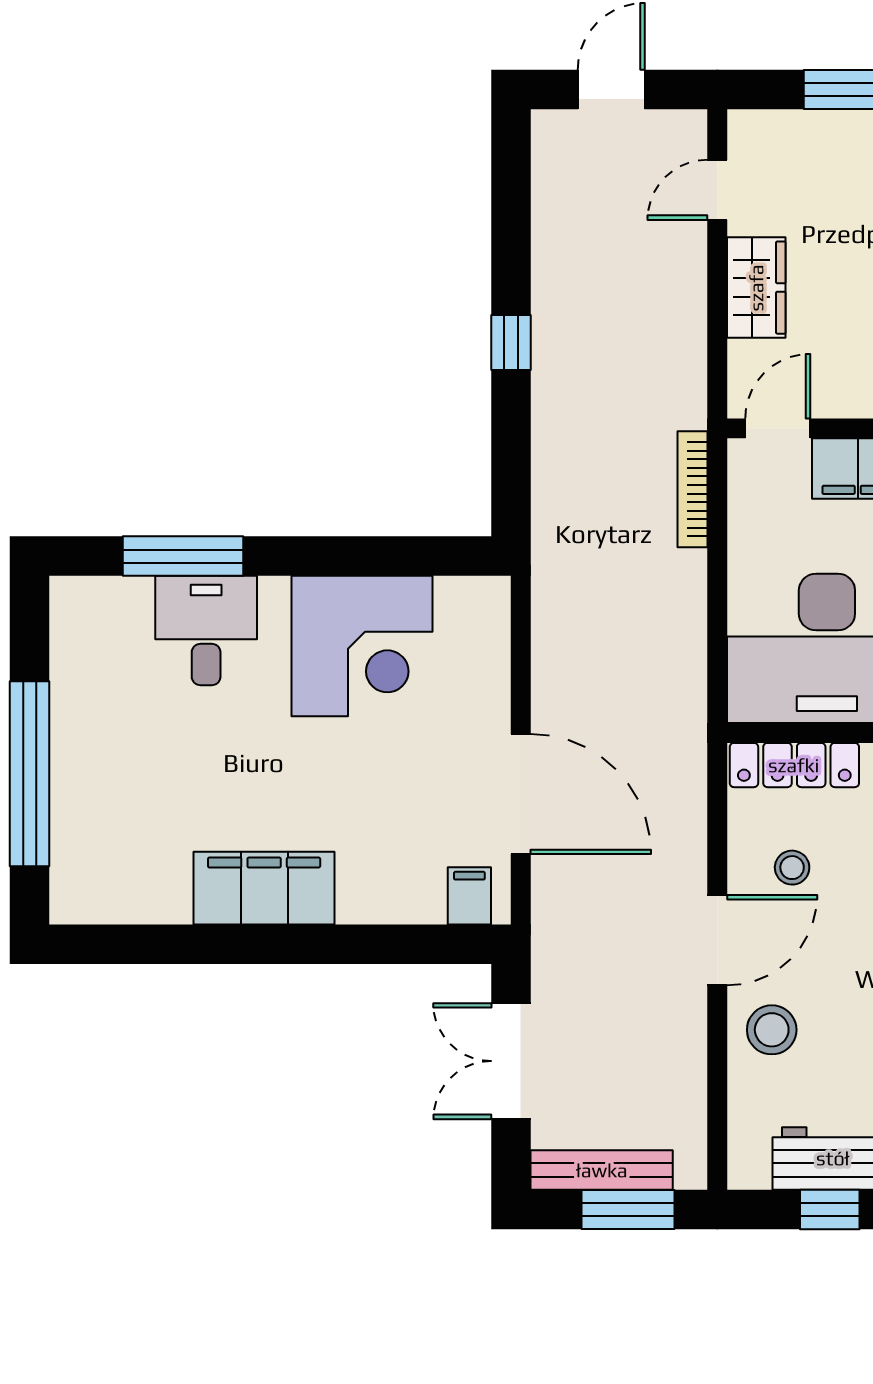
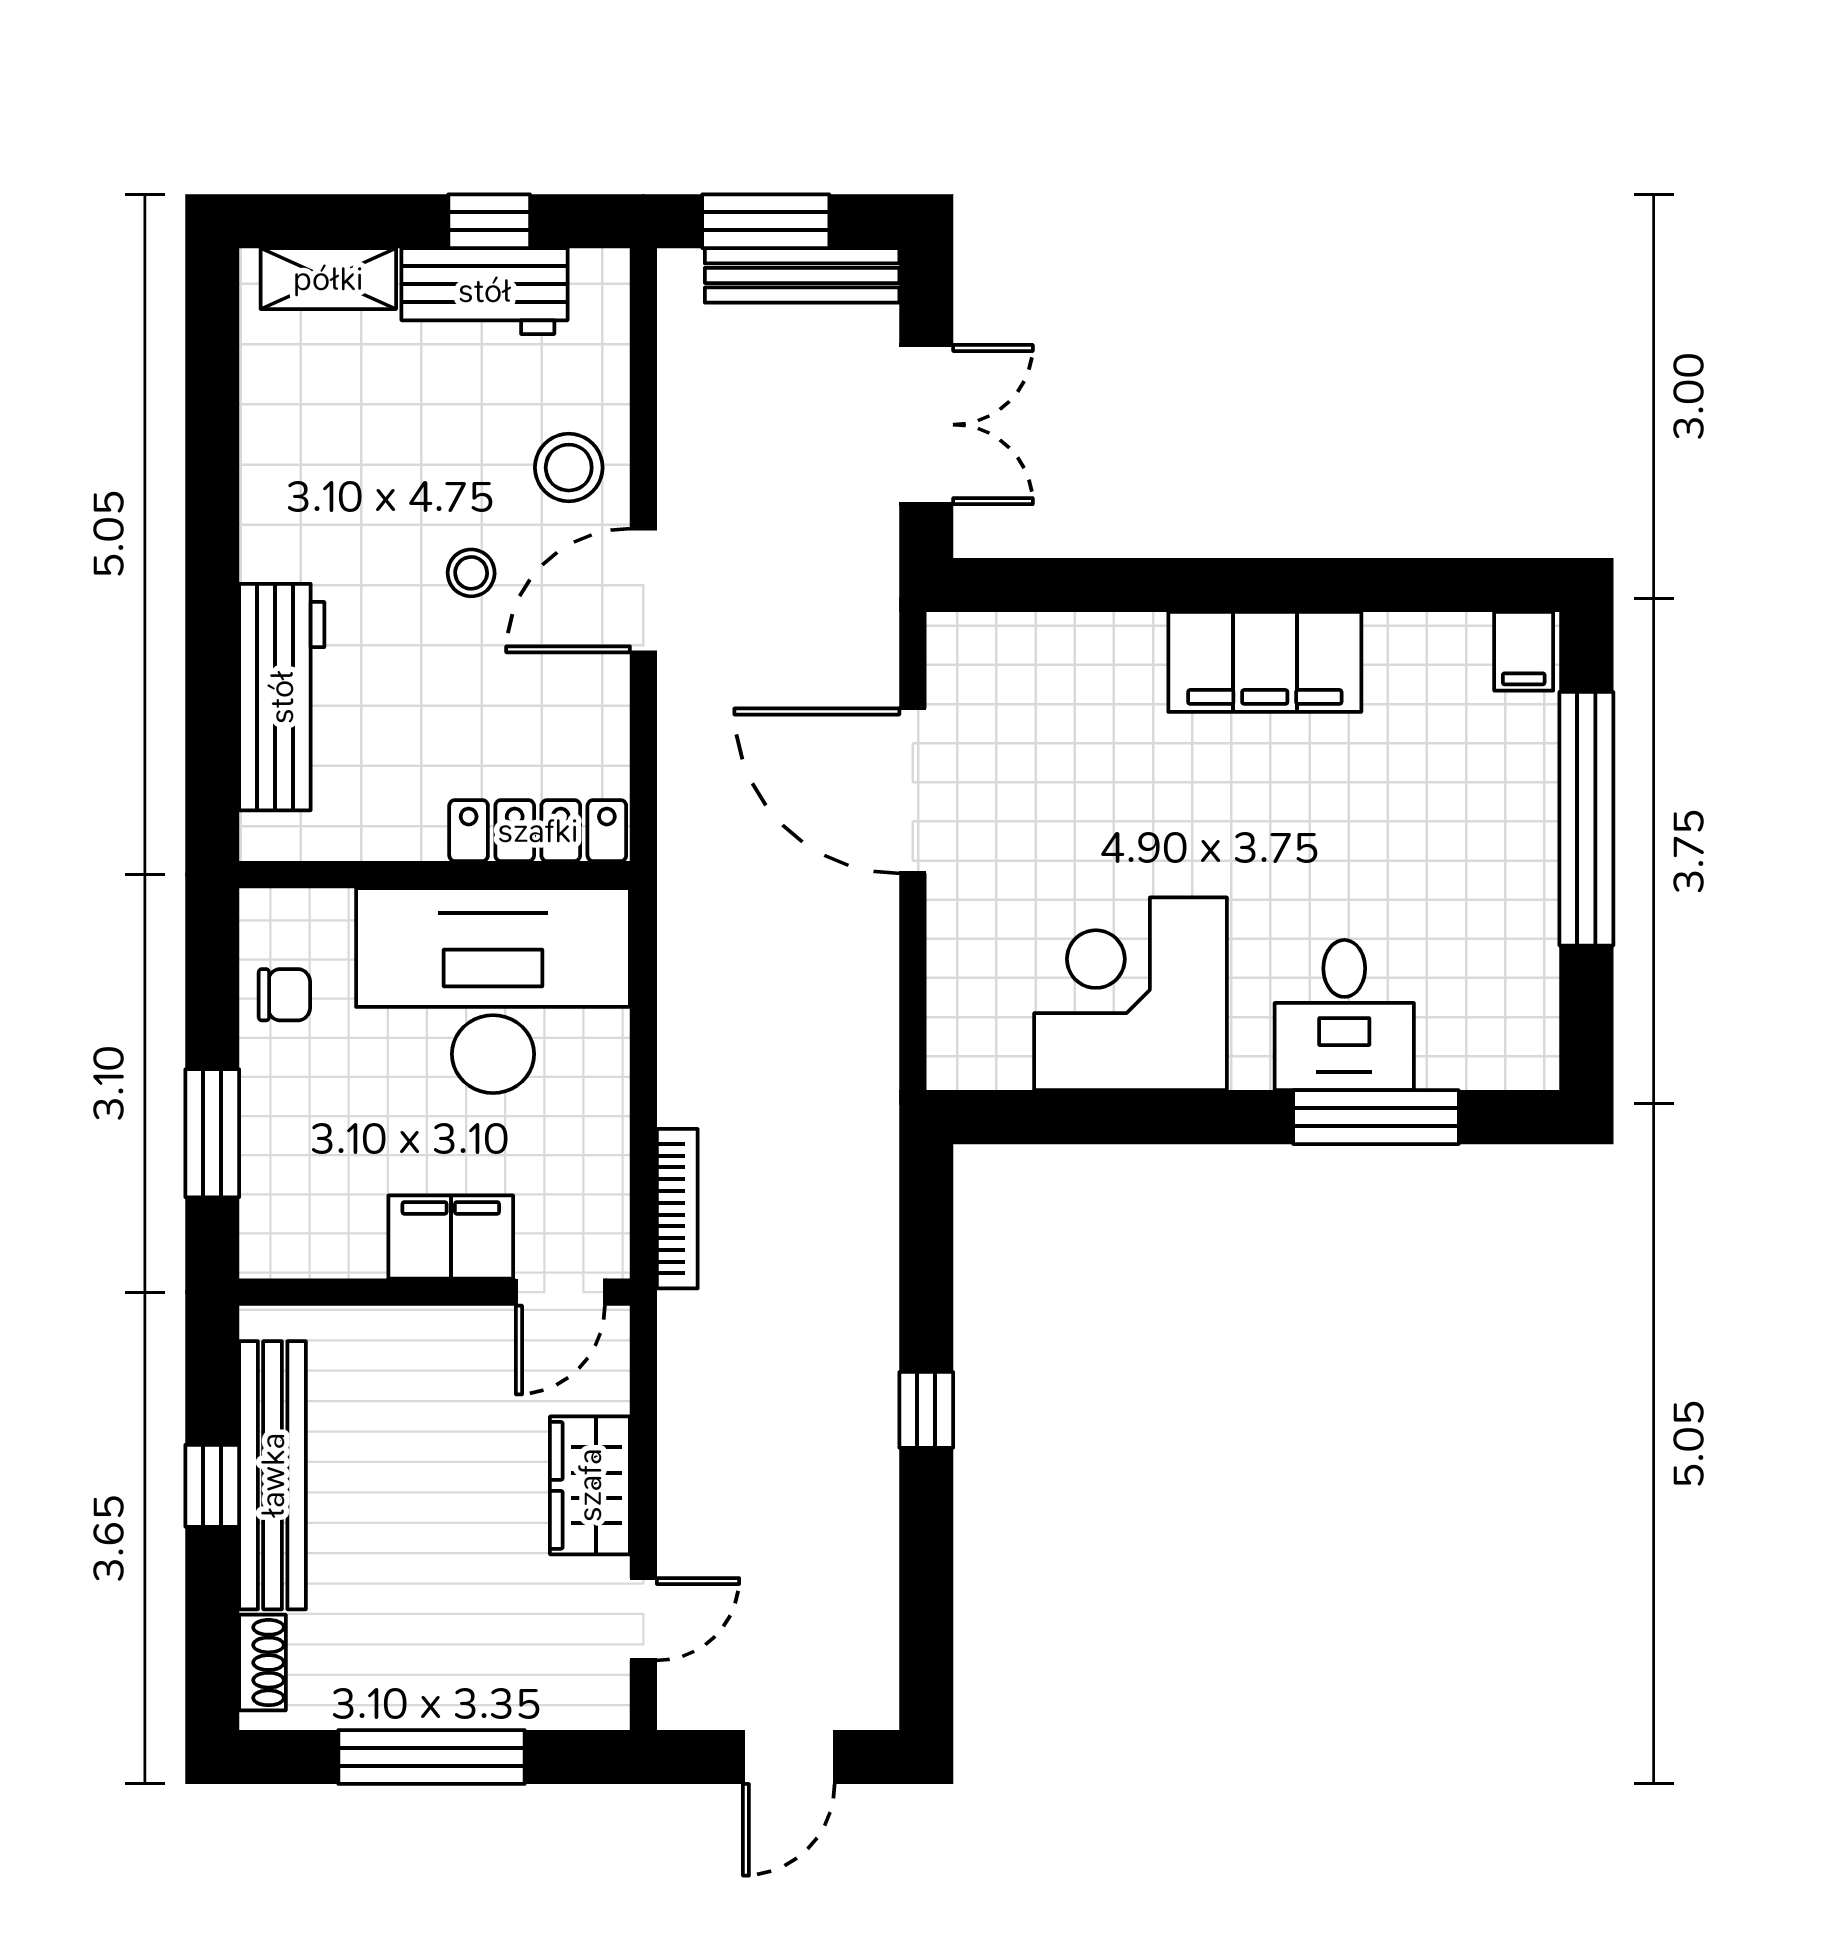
stool: (792, 868) -> (471, 573), moved
filing cabinet: (469, 896) -> (1524, 651), moved

